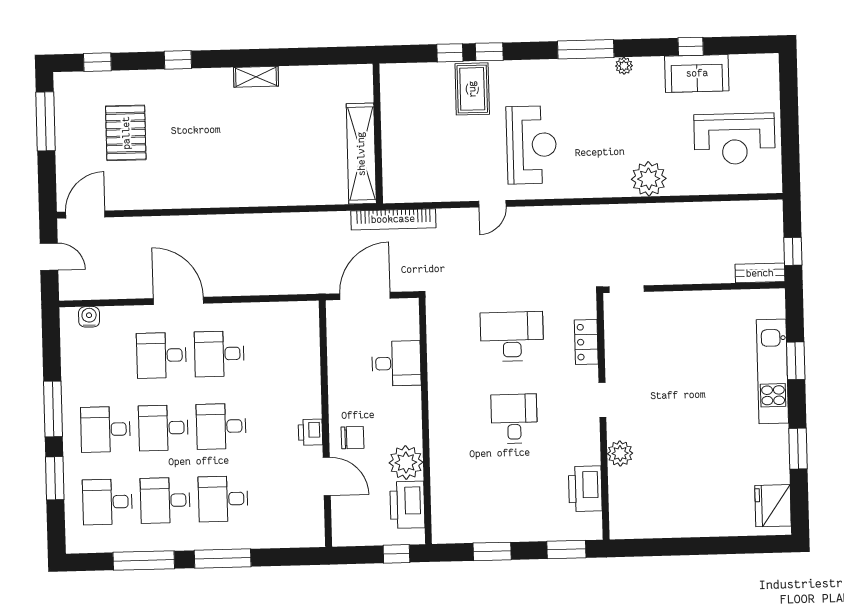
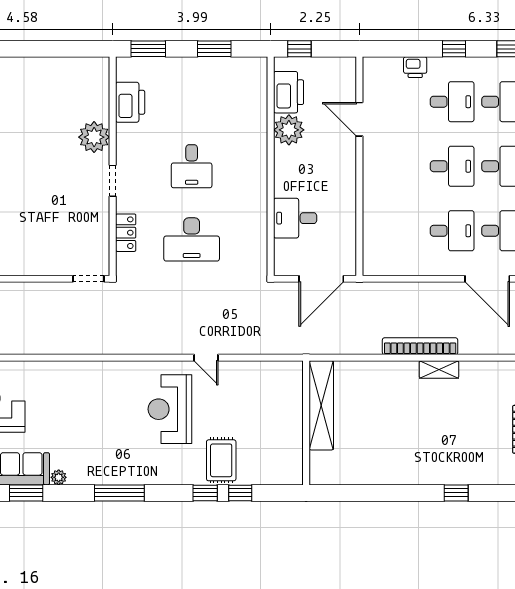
window: (691, 46) -> (26, 493), width x1.50
window: (178, 60) -> (456, 493), moved
plant: (624, 66) -> (59, 477), moved
shelving: (256, 77) -> (439, 370), moved
plant: (649, 179) -> (66, 376), removed
door: (492, 204) -> (206, 358), swing flipped
bookcase: (393, 219) -> (420, 346), moved
printer: (311, 432) -> (415, 67), moved, turned 90
chair: (352, 438) -> (336, 153), removed
plant: (620, 453) -> (94, 137), width x1.36, depth x1.36
window: (223, 558) -> (454, 49), width x0.46

